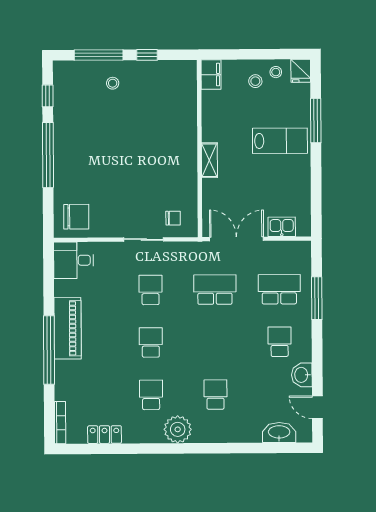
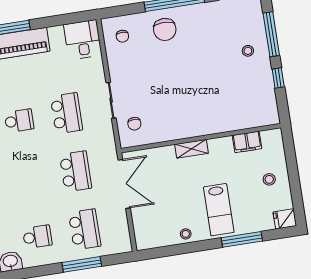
stool: (276, 72) -> (186, 234), moved
filing cabinet: (211, 75) -> (247, 142), moved
chair: (76, 170) -> (165, 29), added
chair: (76, 217) -> (122, 36), width x0.54, depth x0.54
kitchen sink: (282, 227) -> (141, 223), removed
school desk: (151, 290) -> (66, 113), width x1.85

